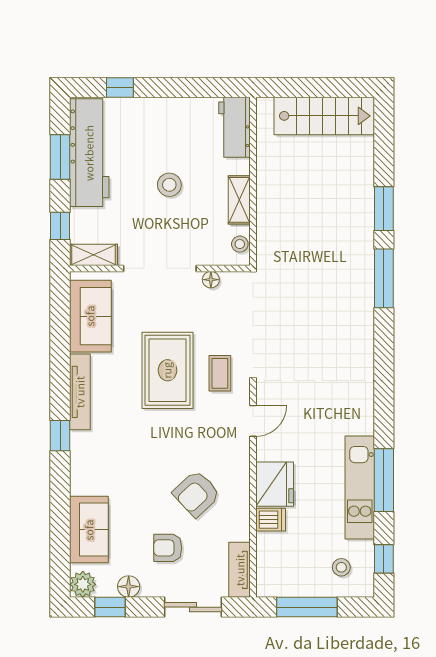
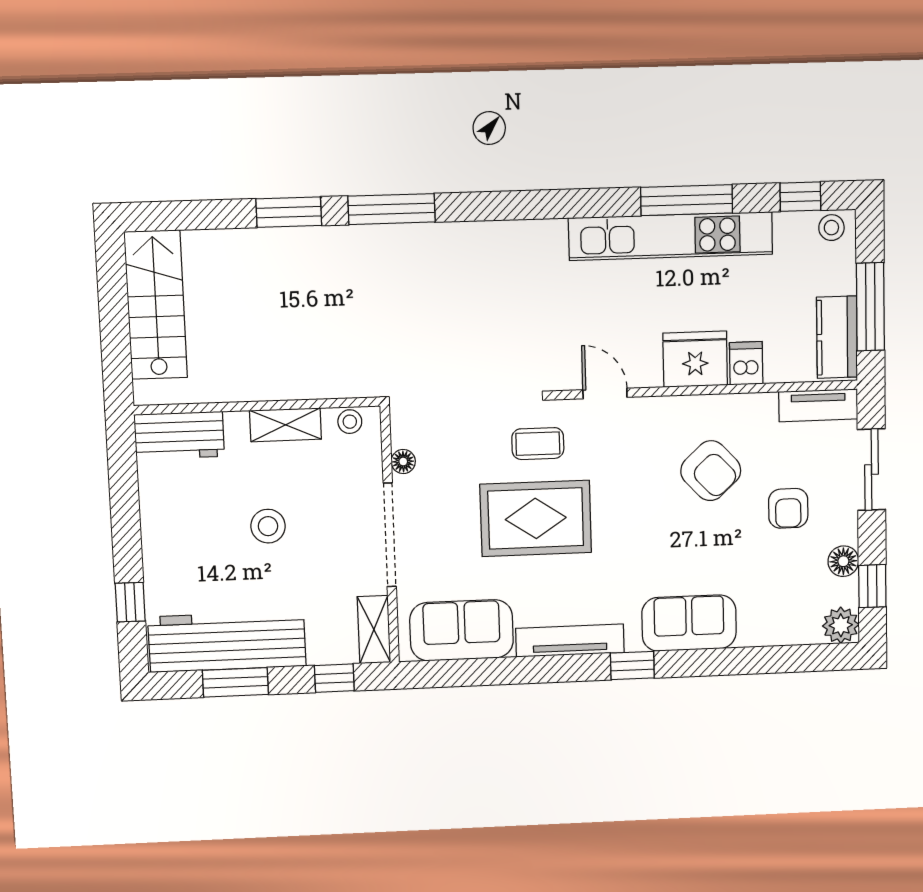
kitchen unit: (360, 487) -> (671, 236), width x1.36
sofa: (89, 530) -> (689, 623), moved
stool: (341, 567) -> (831, 228), moved
kitchen counter: (287, 583) -> (837, 337), added

